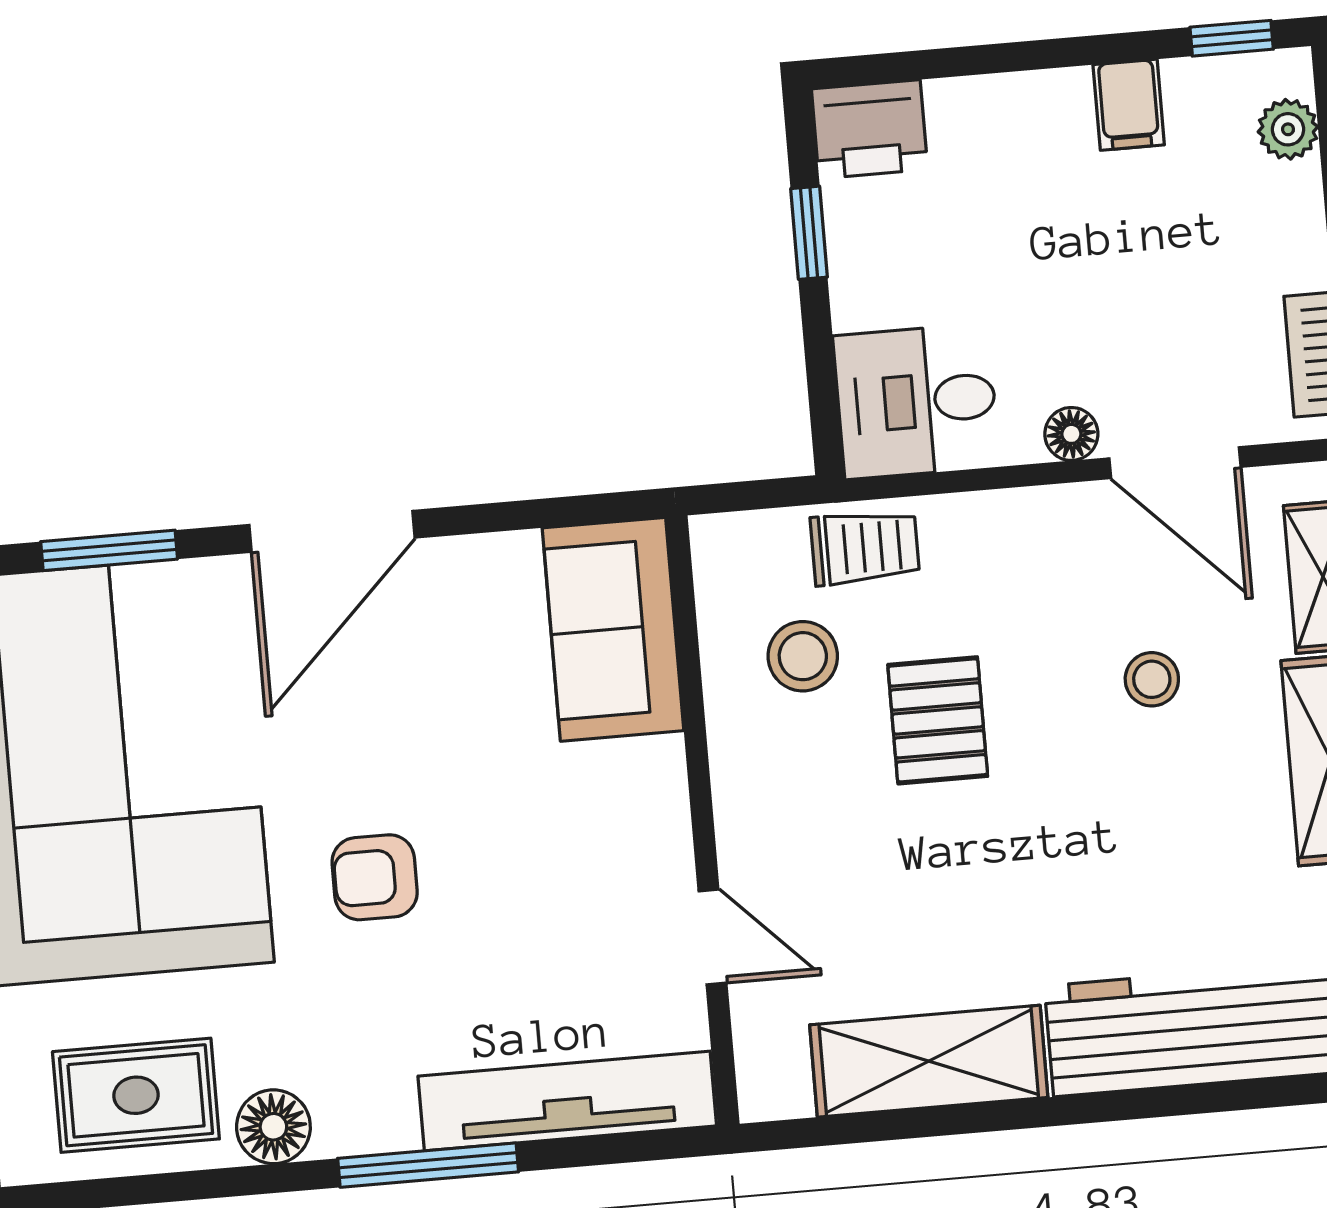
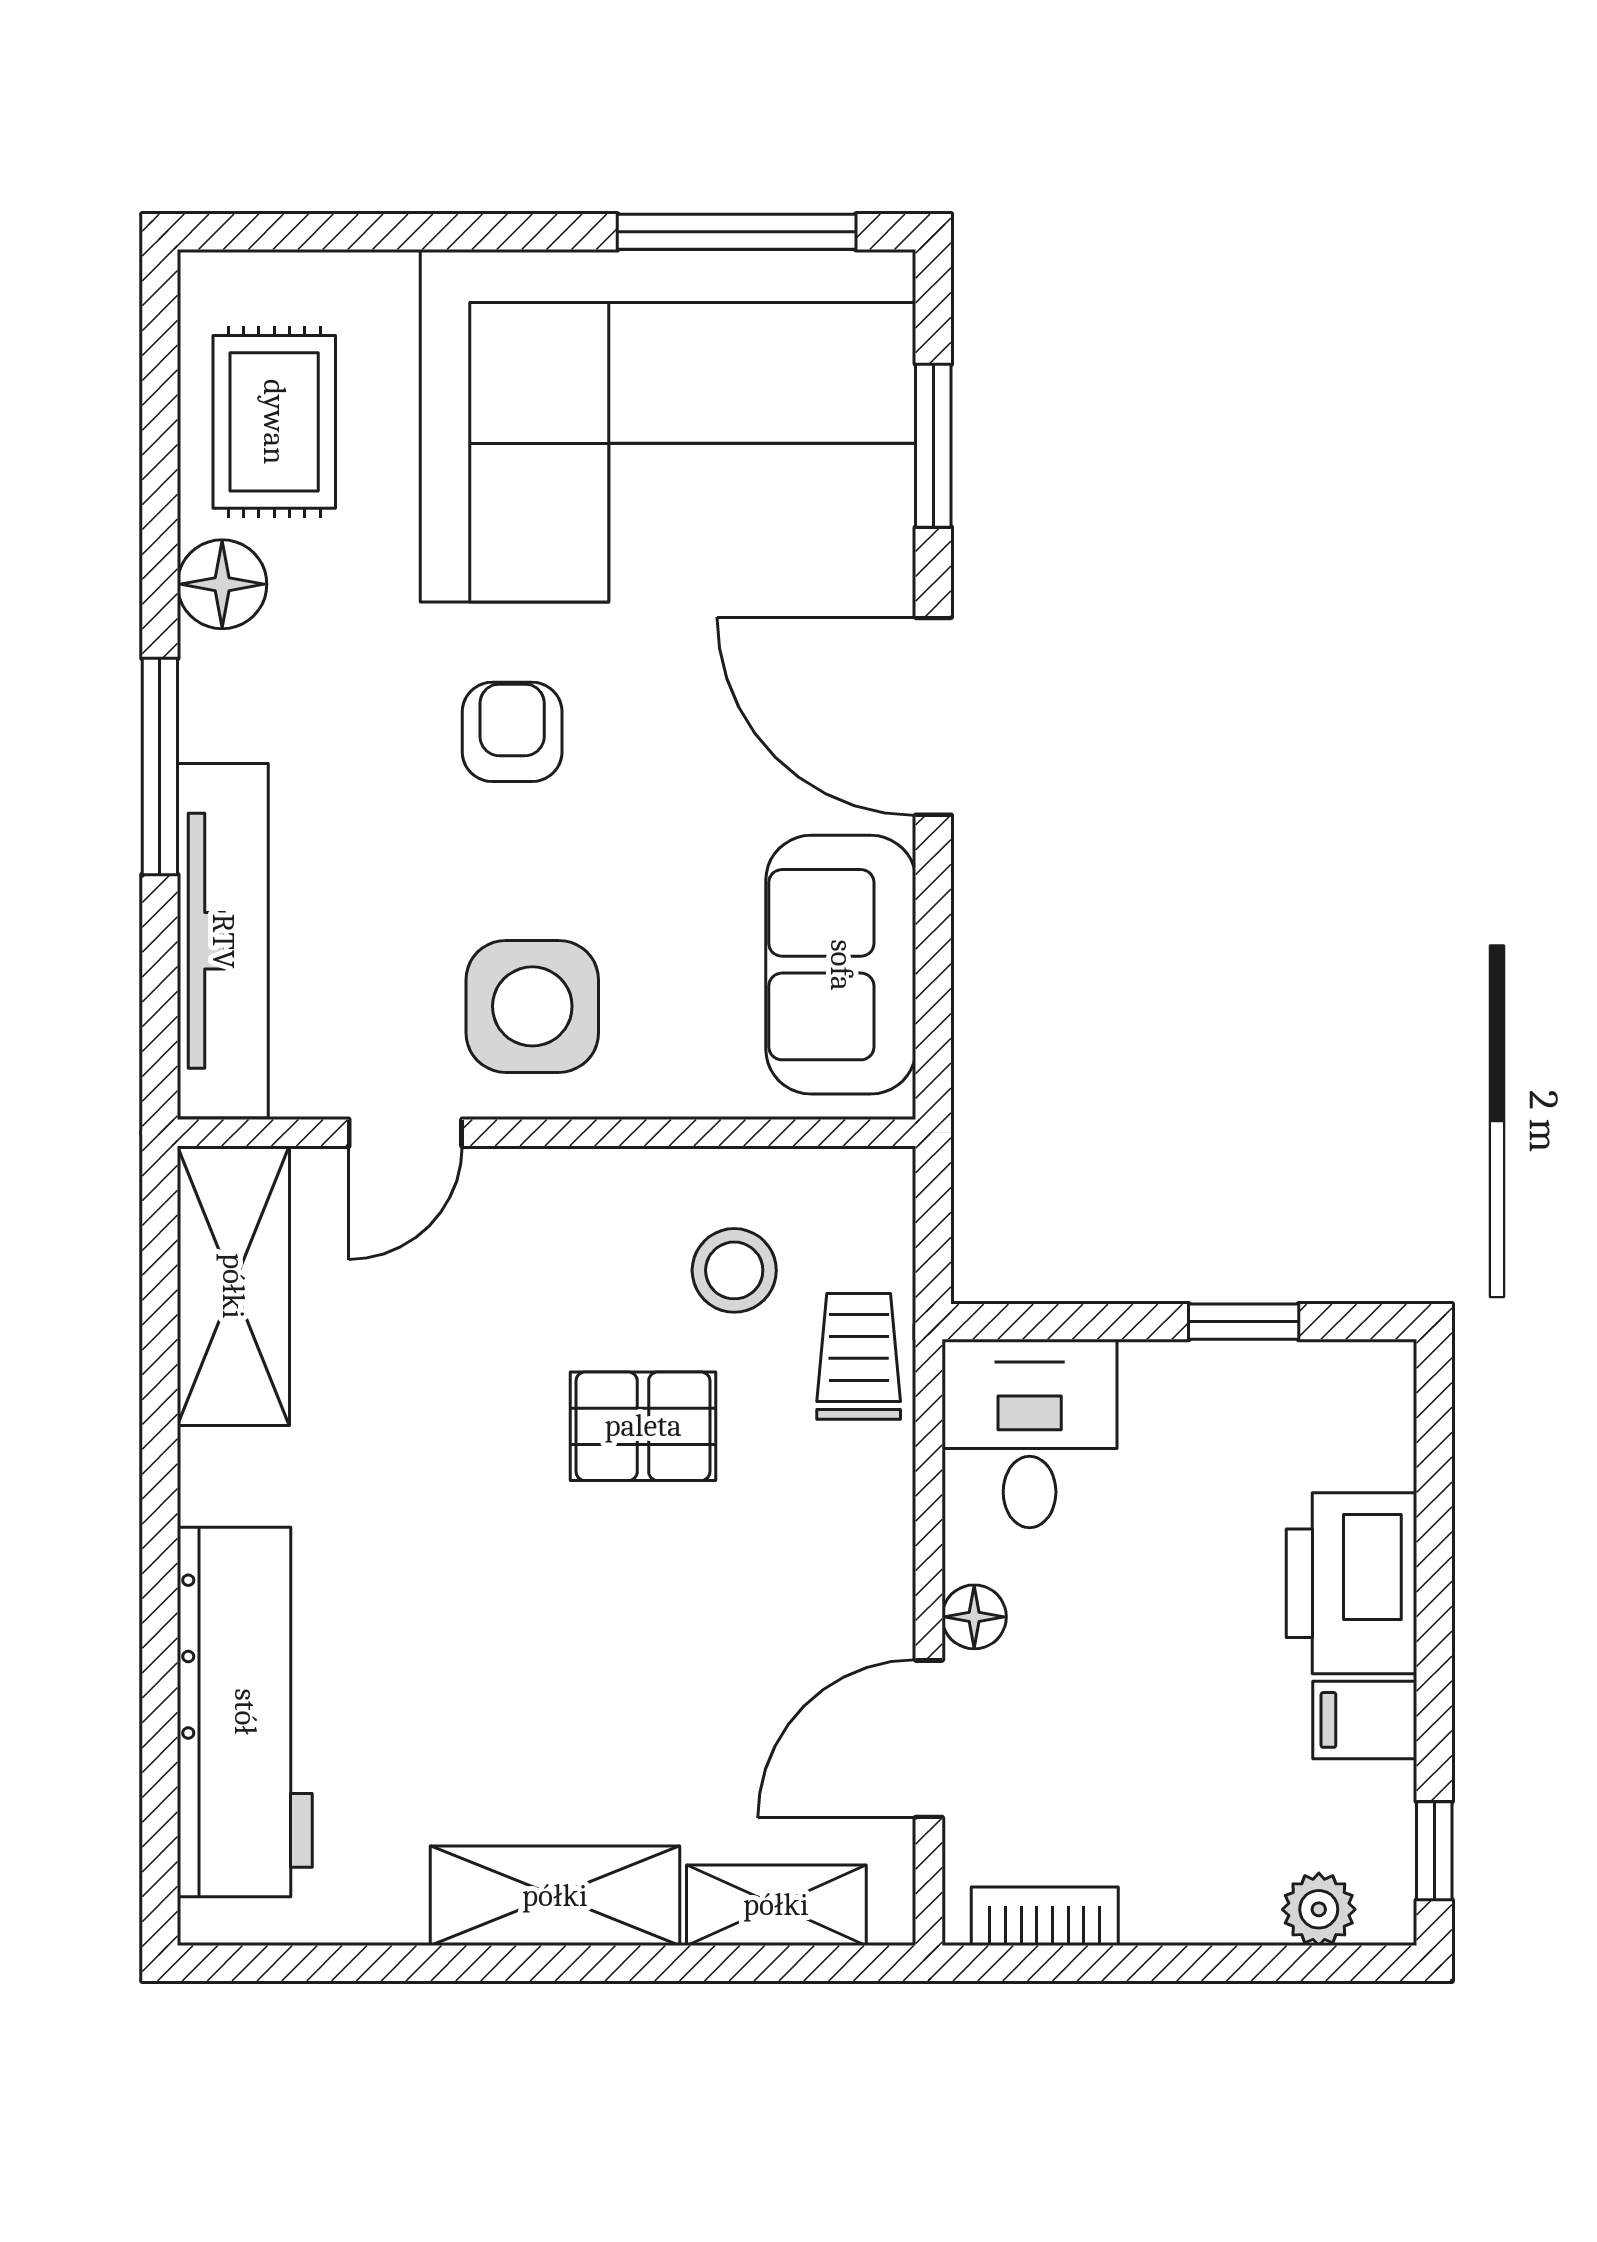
printer: (870, 129) -> (1352, 1583), moved, width x1.37, depth x1.19
trolley: (865, 548) -> (859, 1356), turned 180
sofa: (613, 629) -> (841, 965), moved, turned -90
stool: (1152, 679) -> (670, 1689), removed
side table: (599, 841) -> (532, 1006), added
shelving: (929, 1061) -> (233, 1286), moved

